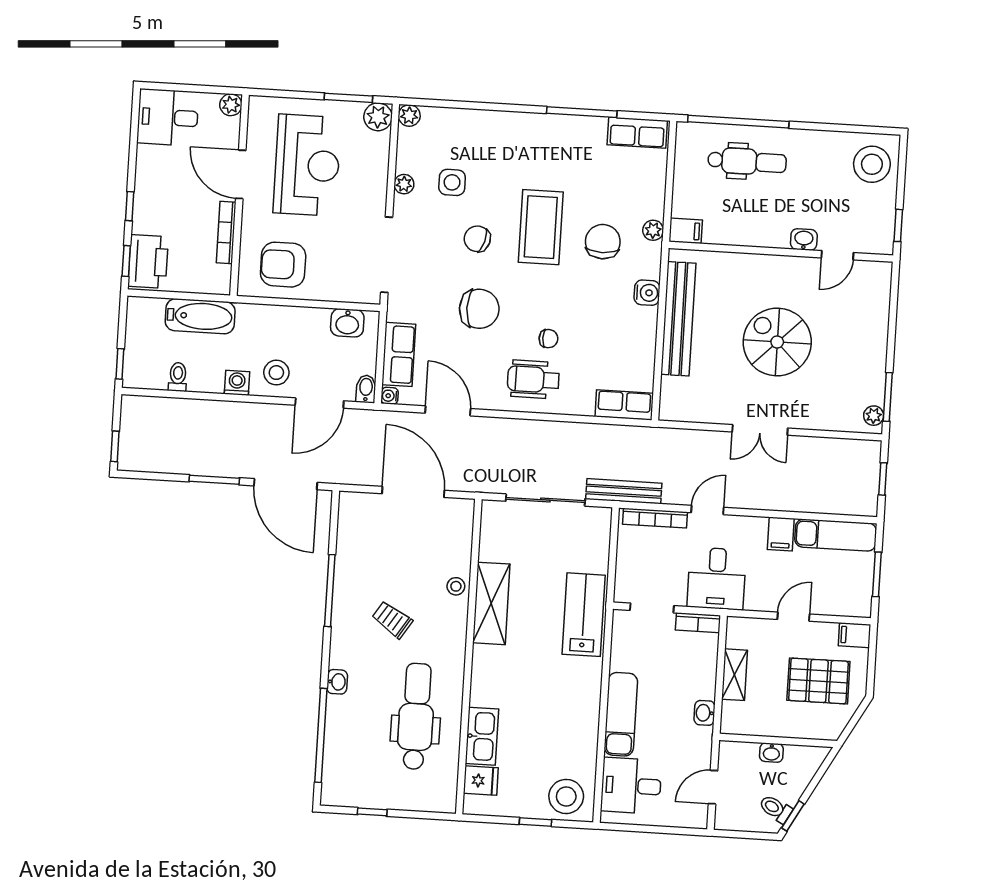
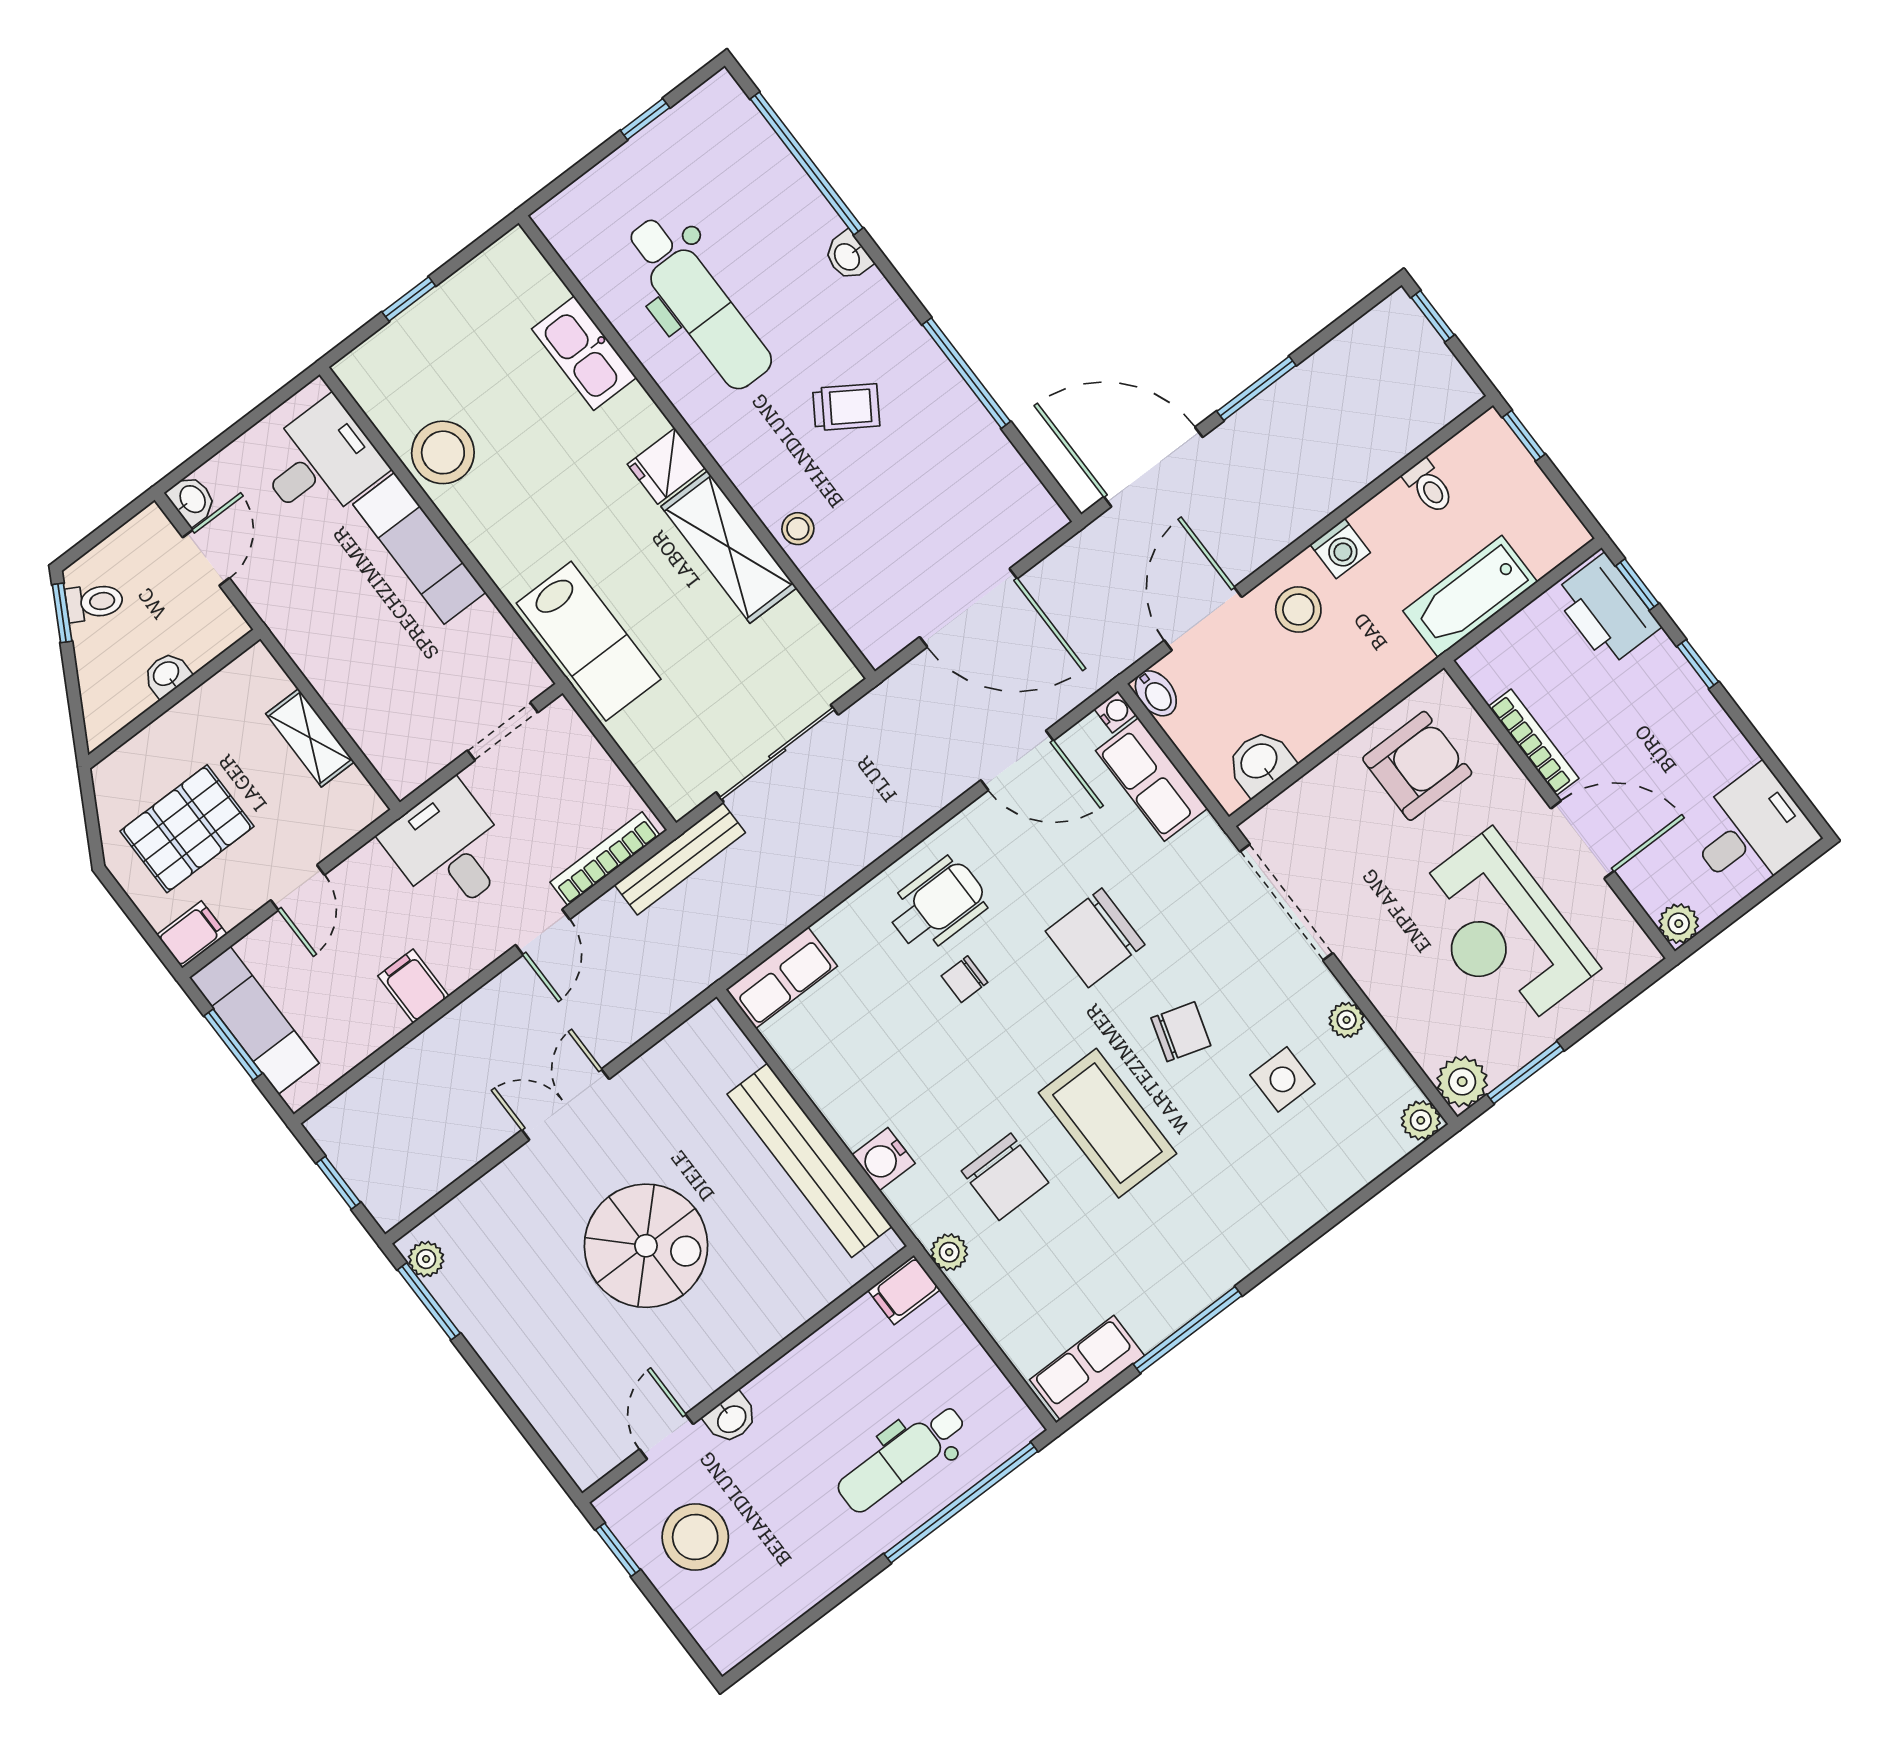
stool: (872, 164) -> (695, 1537), moved
exam couch: (836, 535) -> (254, 1020), moved, turned 90
bookcase: (698, 623) -> (422, 766), removed
washbasin: (704, 713) -> (192, 500), moved
fridge: (481, 781) -> (666, 466), moved
stool: (566, 796) -> (443, 452), moved

